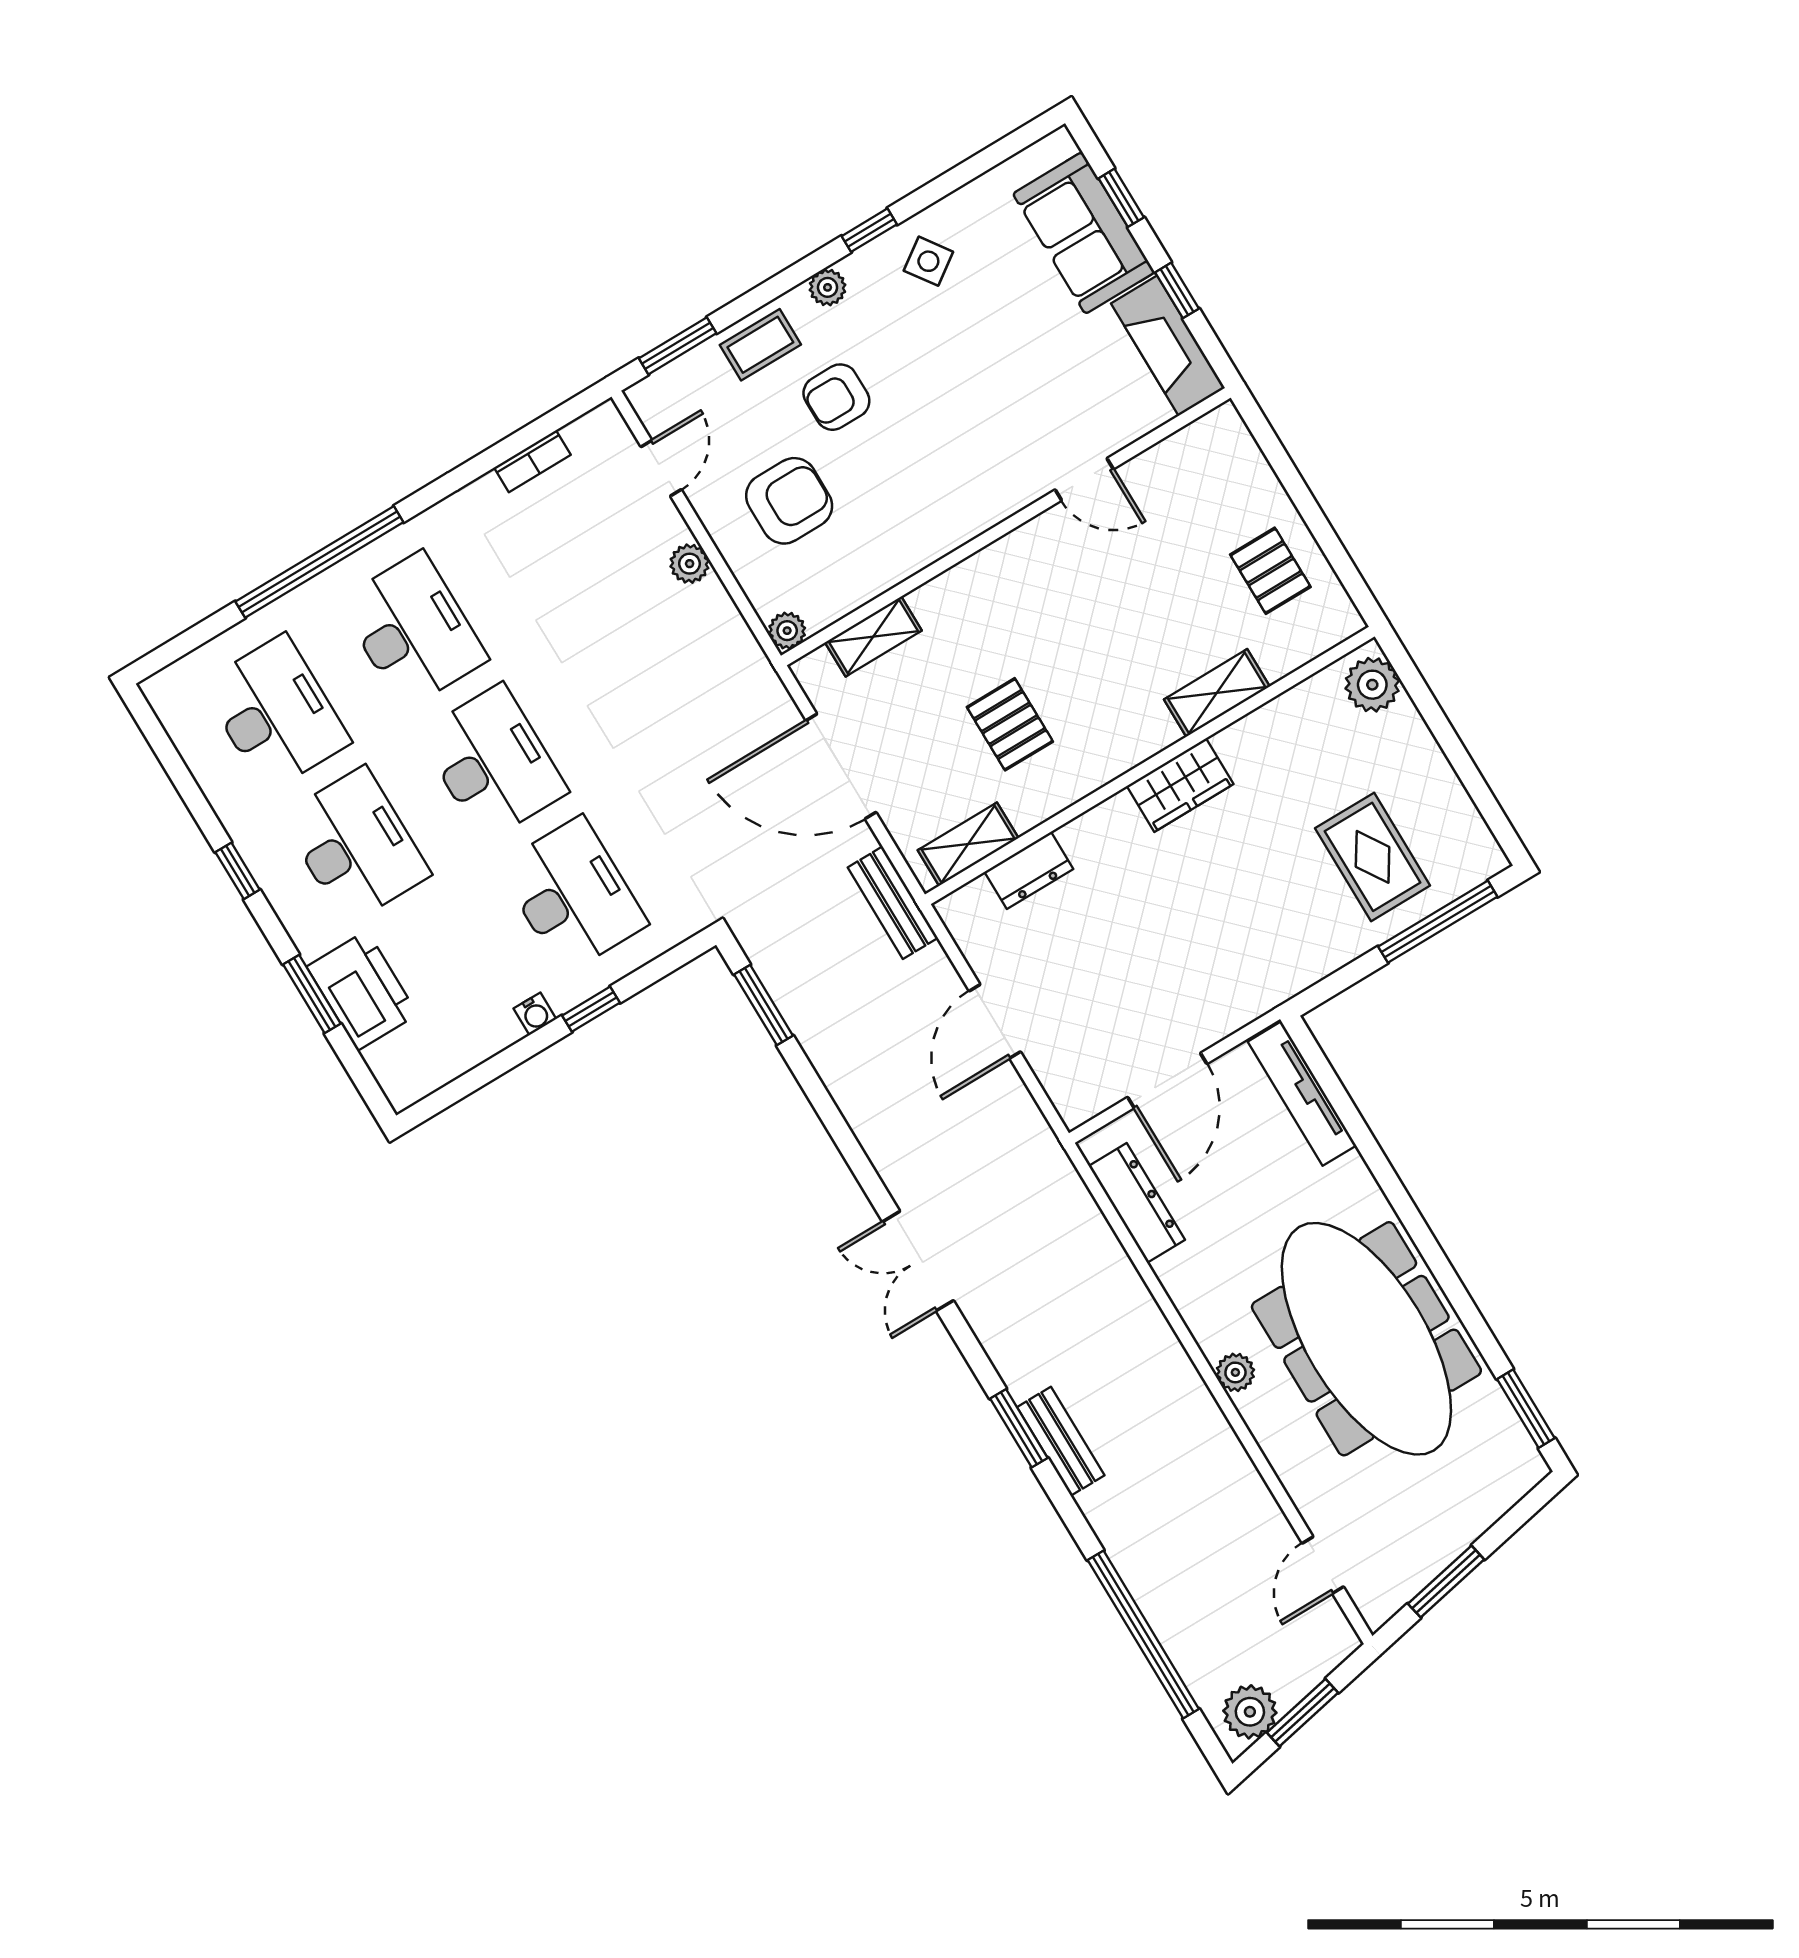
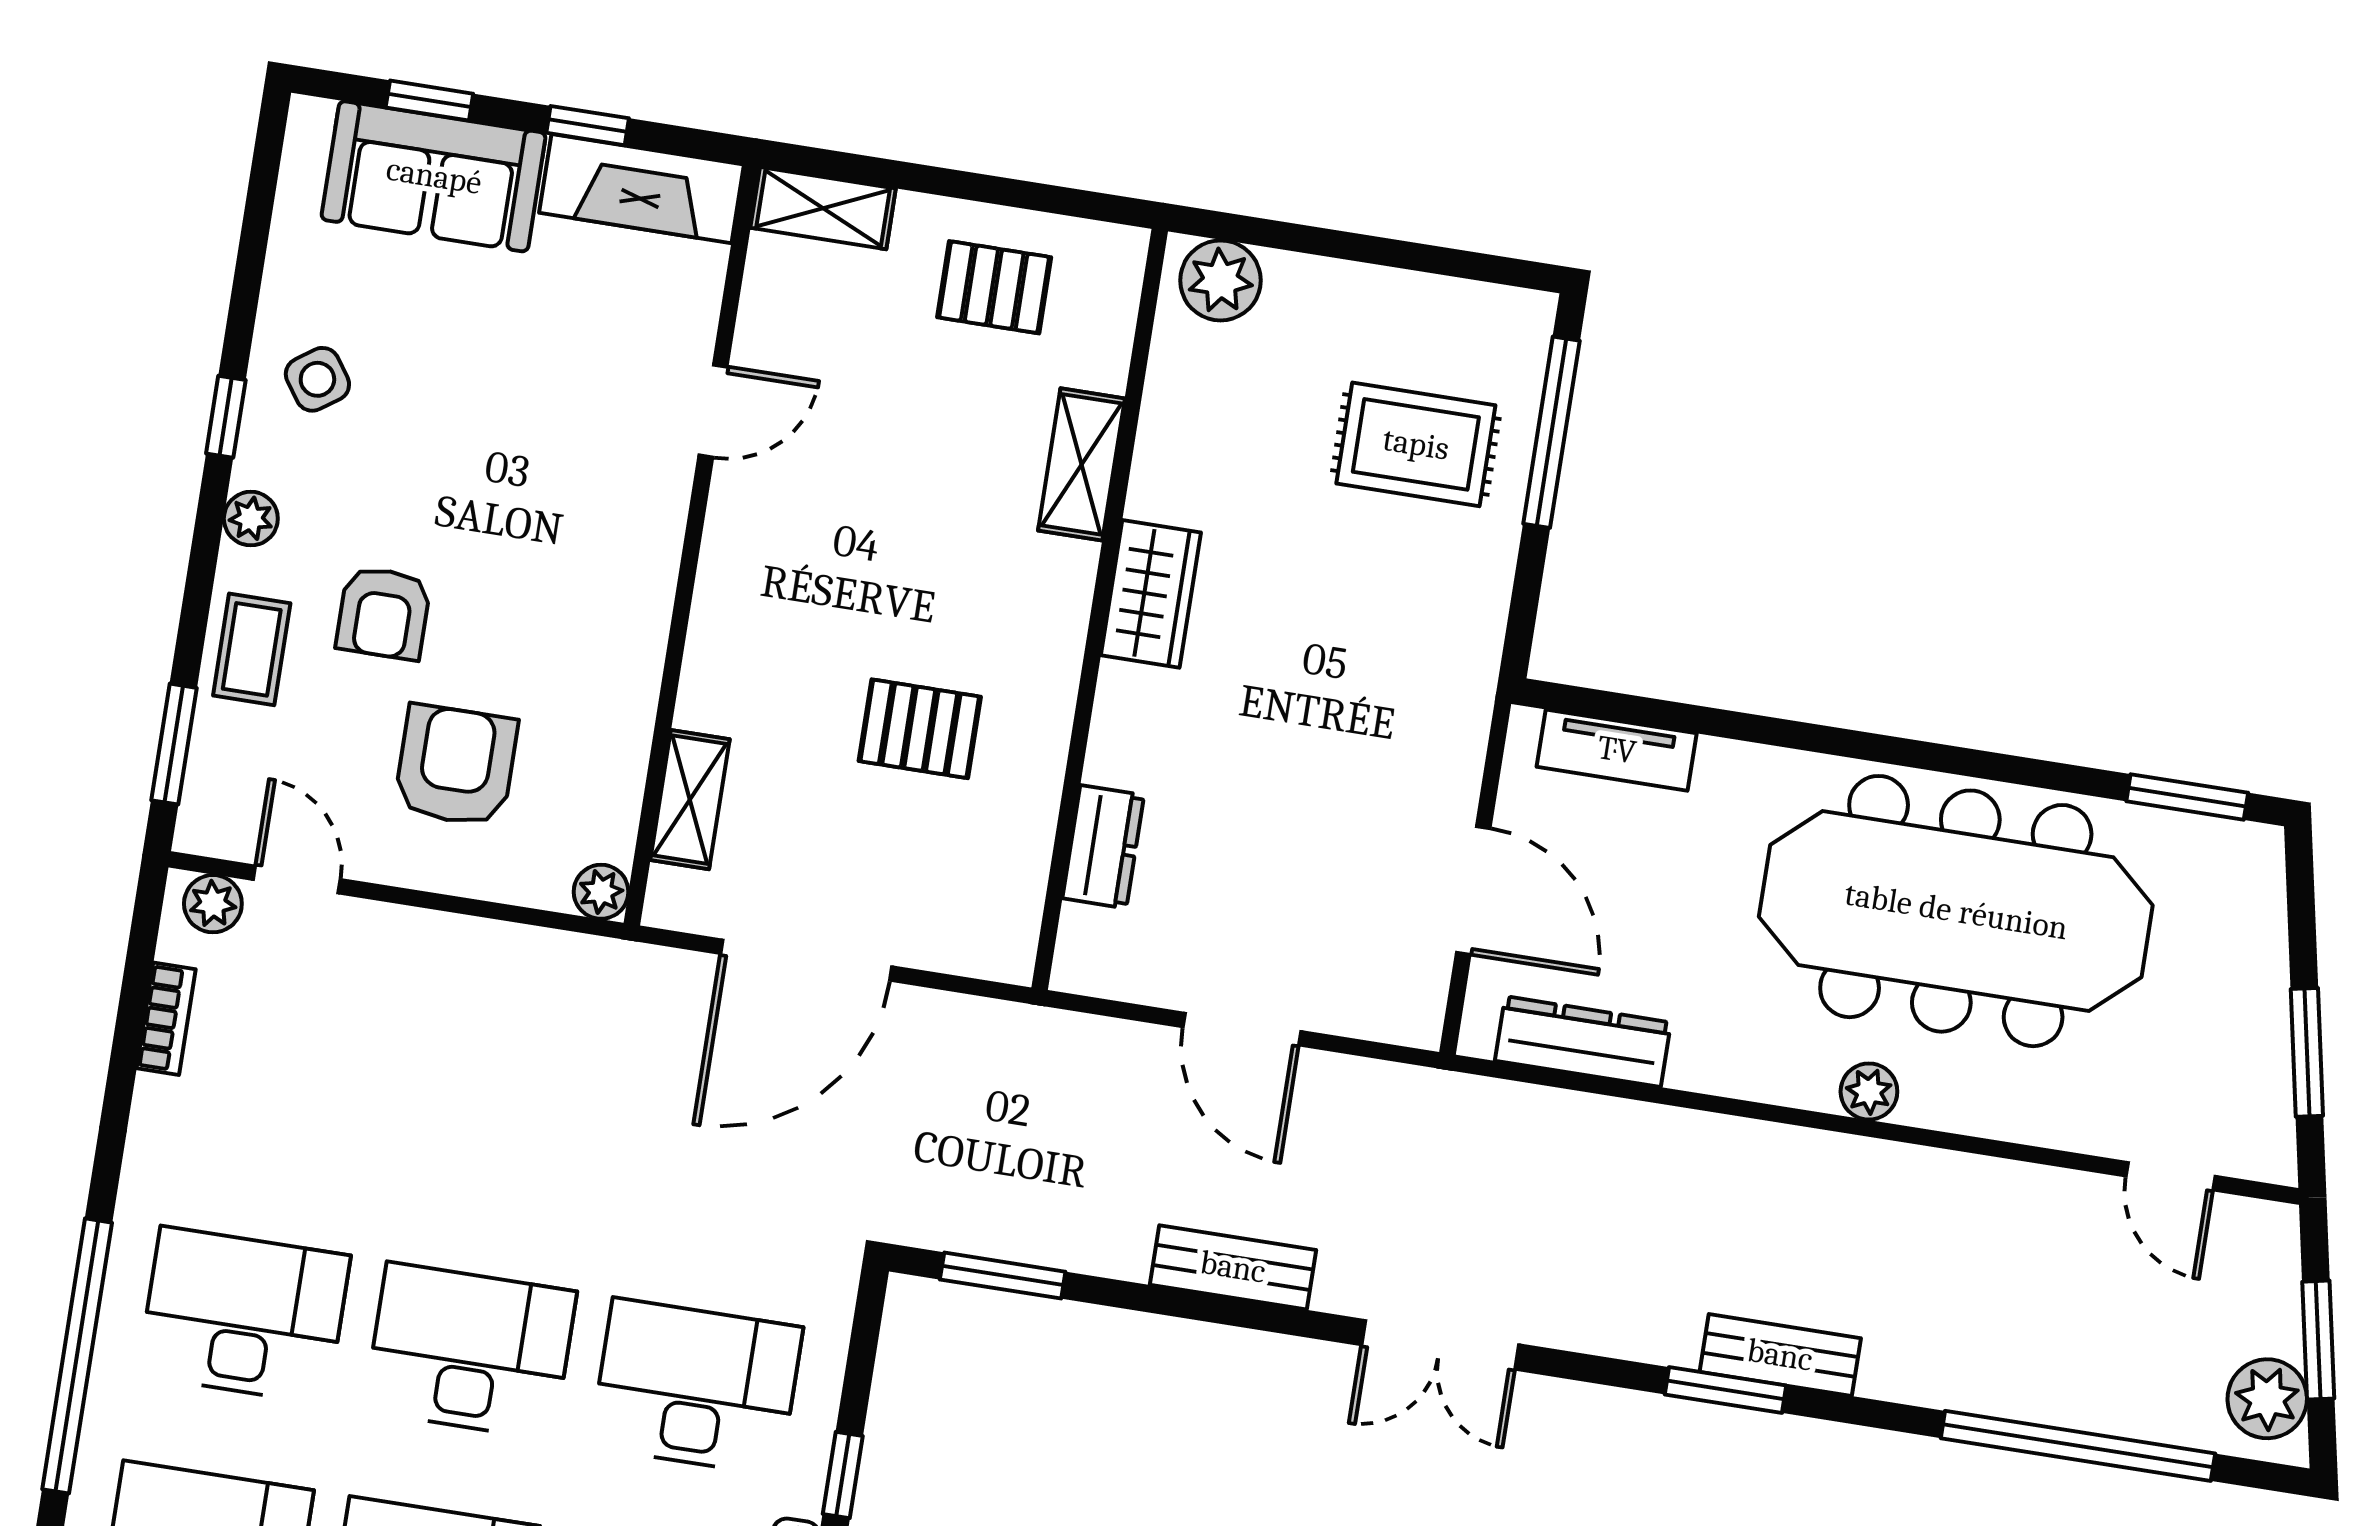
plant: (690, 564) -> (213, 904), moved
shelving: (968, 844) -> (823, 208), moved, turned 90
bench: (893, 903) -> (1233, 1267), moved
tv unit: (1302, 1094) -> (1617, 750), width x0.71

